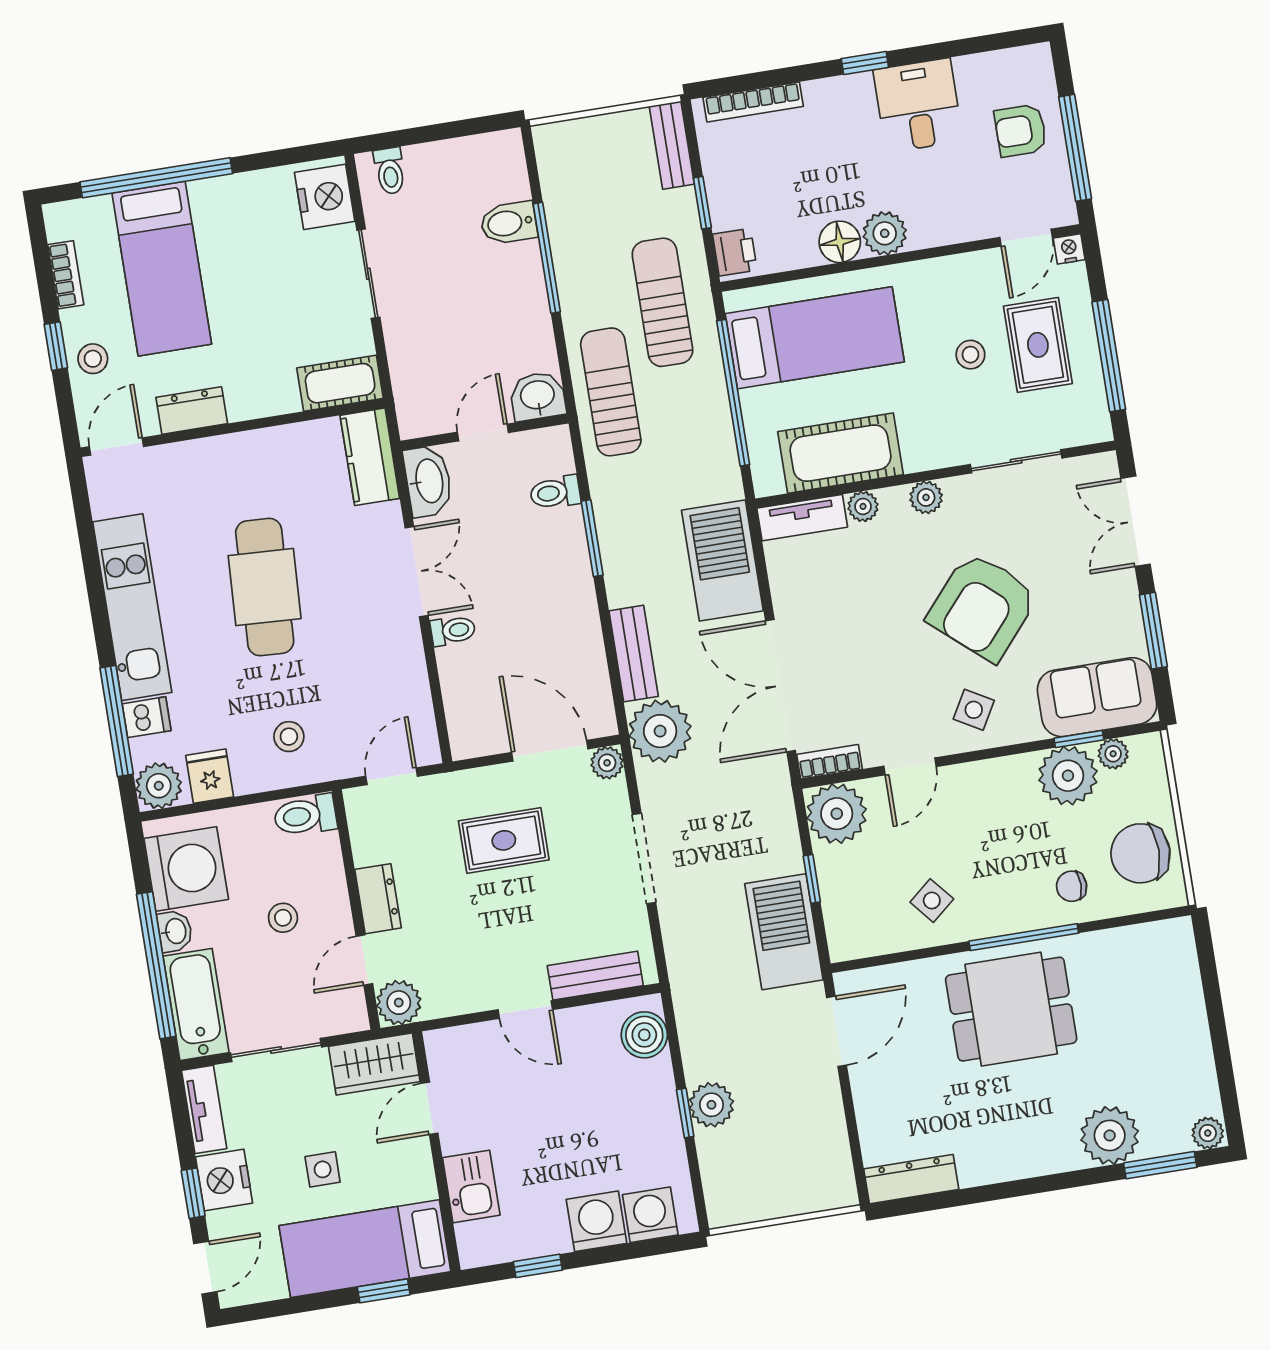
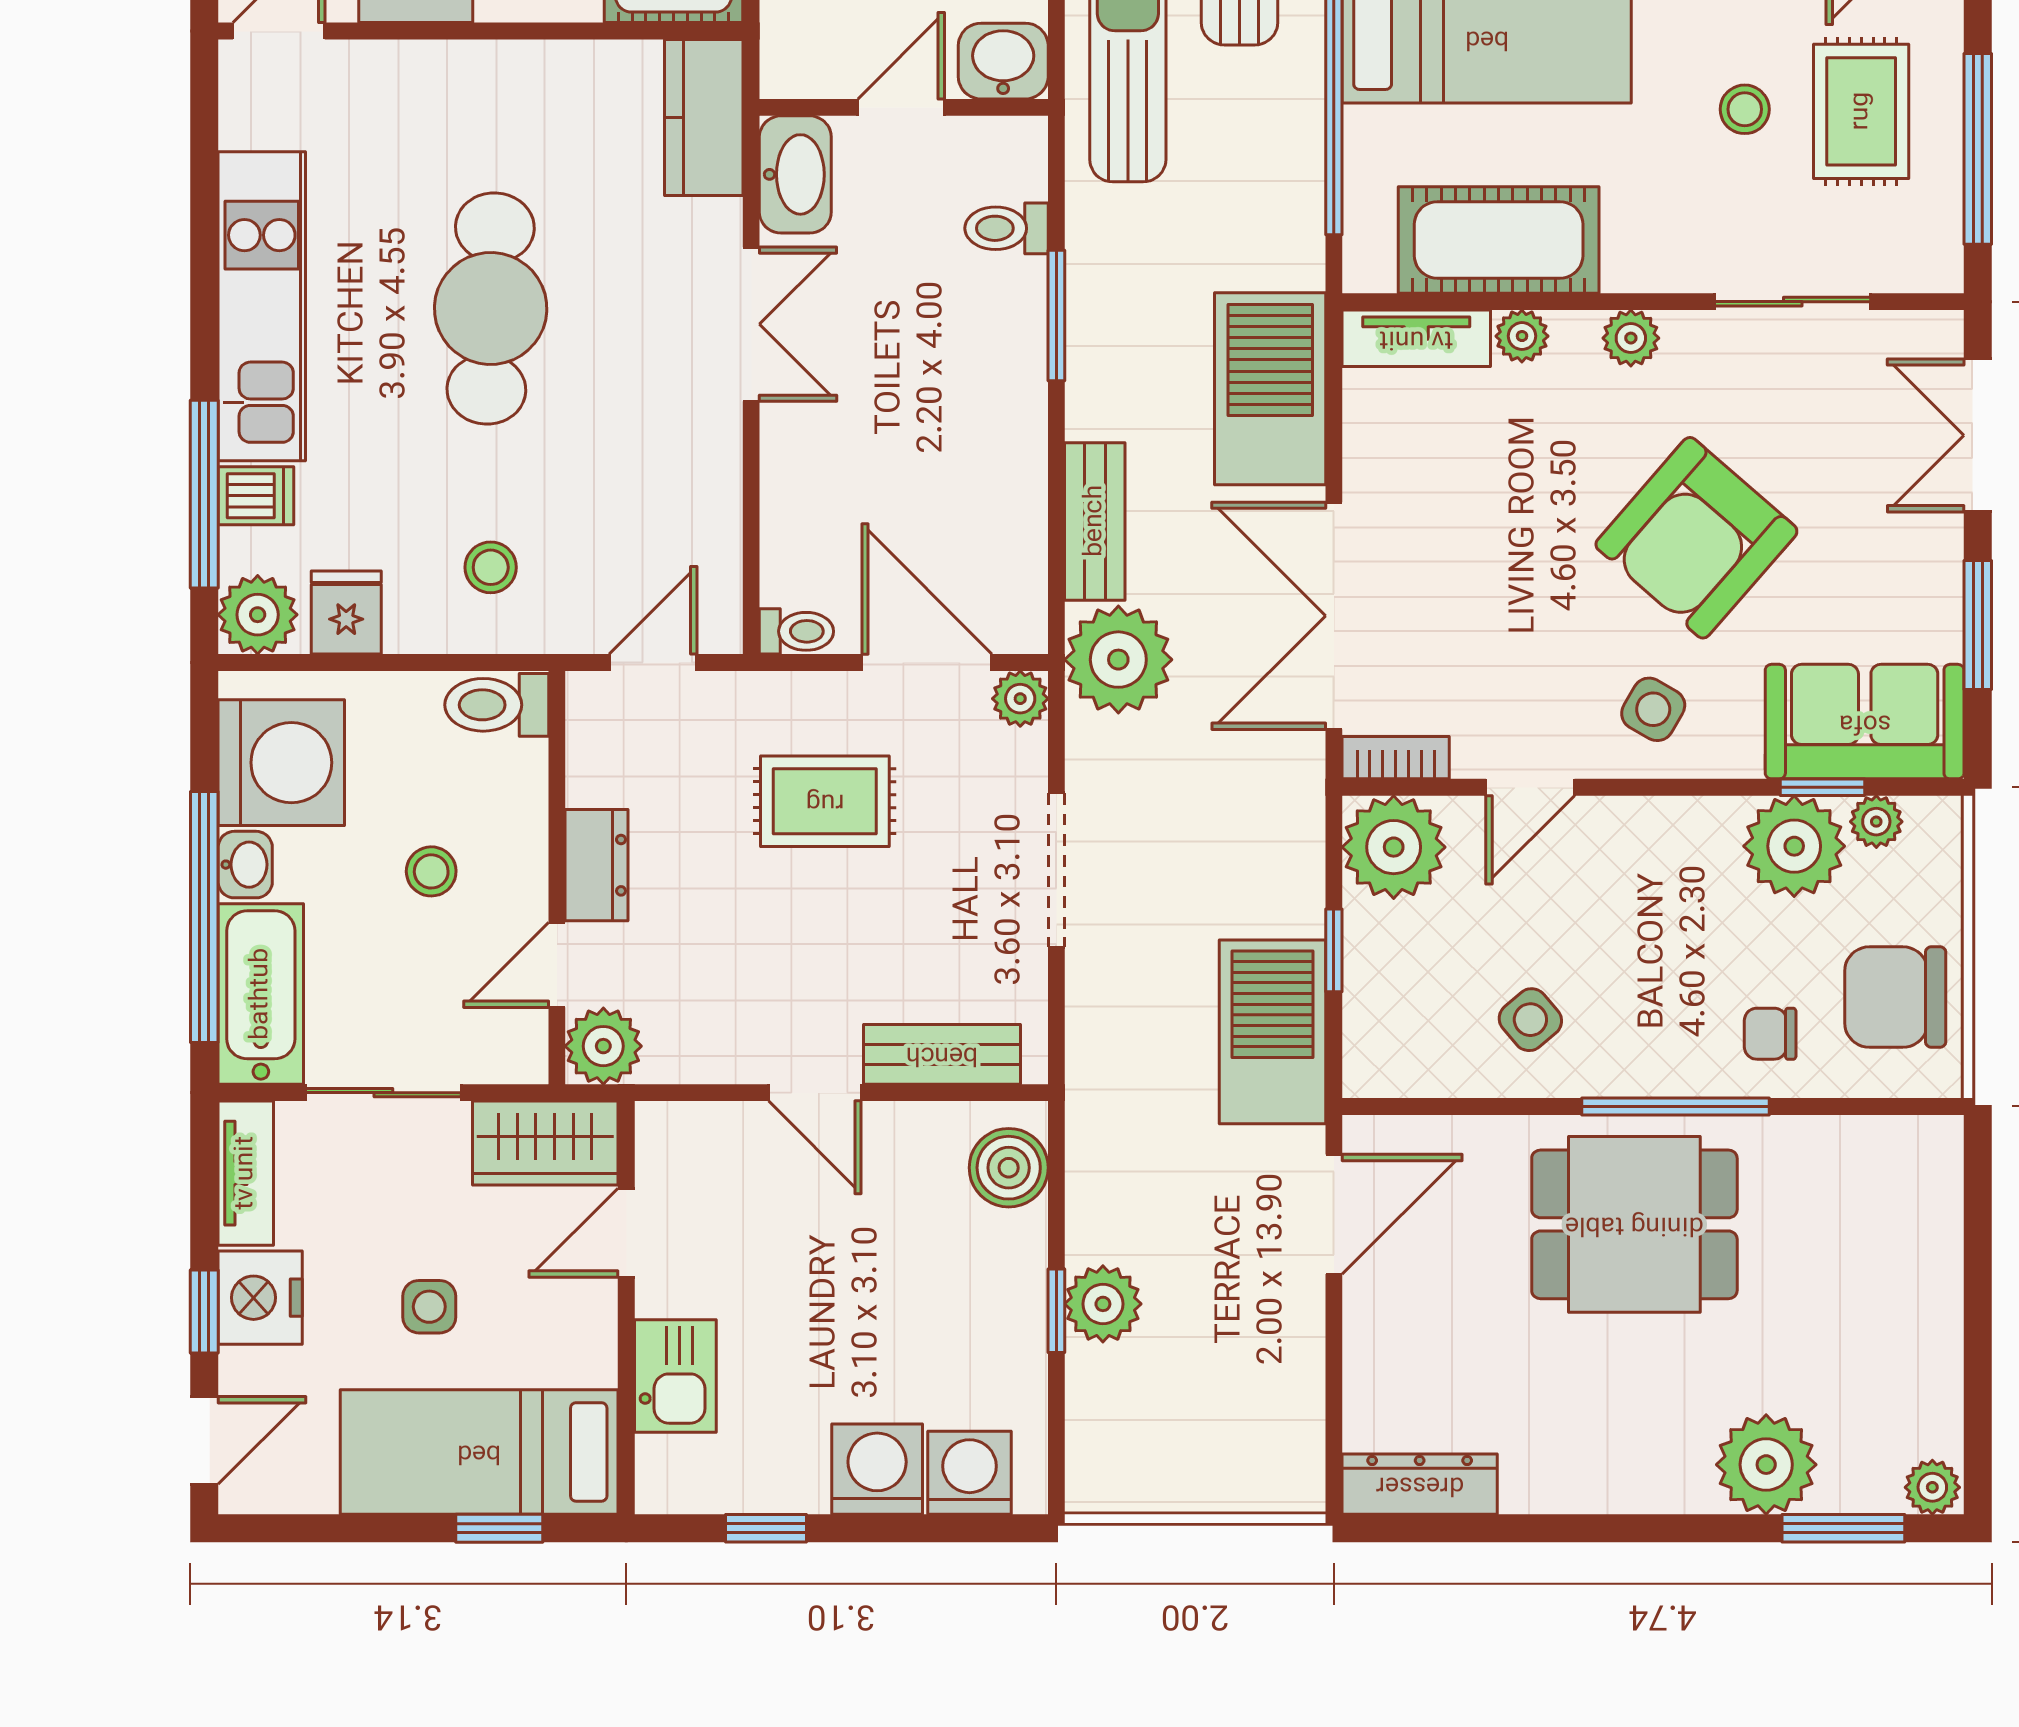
toilet: (453, 631) -> (796, 631), moved

